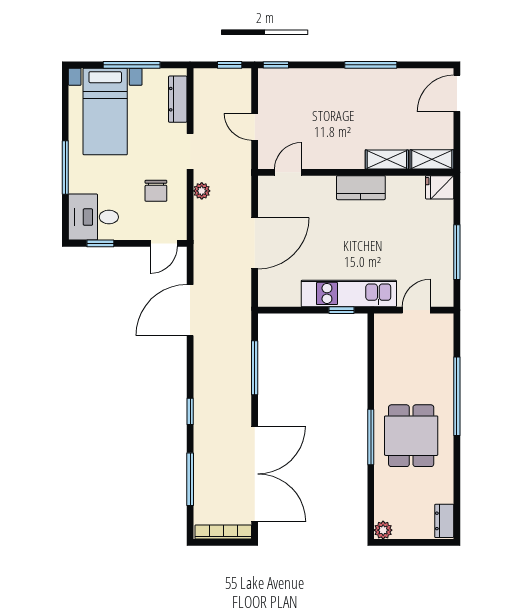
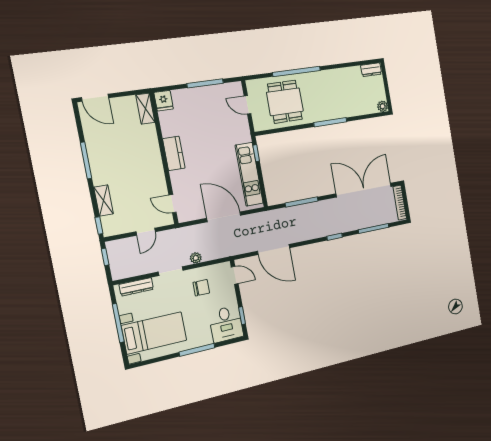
shelving: (387, 159) -> (104, 200), moved
kitchen unit: (349, 293) -> (249, 174), moved
dining table: (411, 436) -> (285, 102), moved, turned 90

